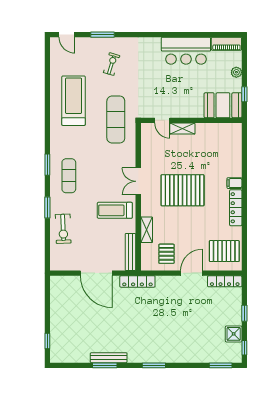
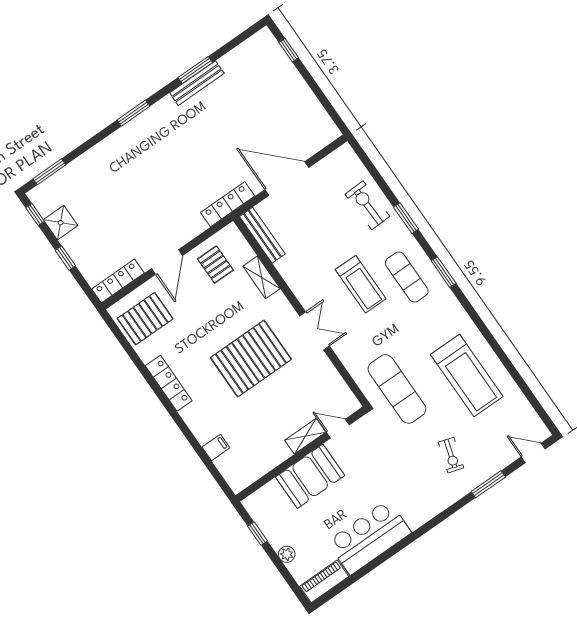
booth: (223, 105) -> (310, 476), moved
filing cabinet: (234, 183) -> (216, 447), moved
treadmill: (115, 210) -> (361, 284), moved, turned 90

